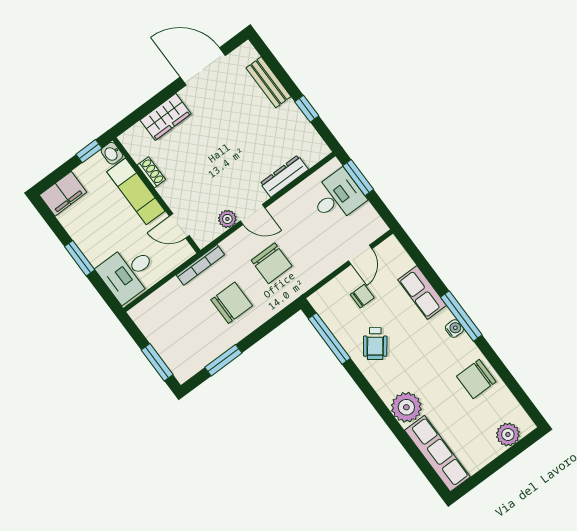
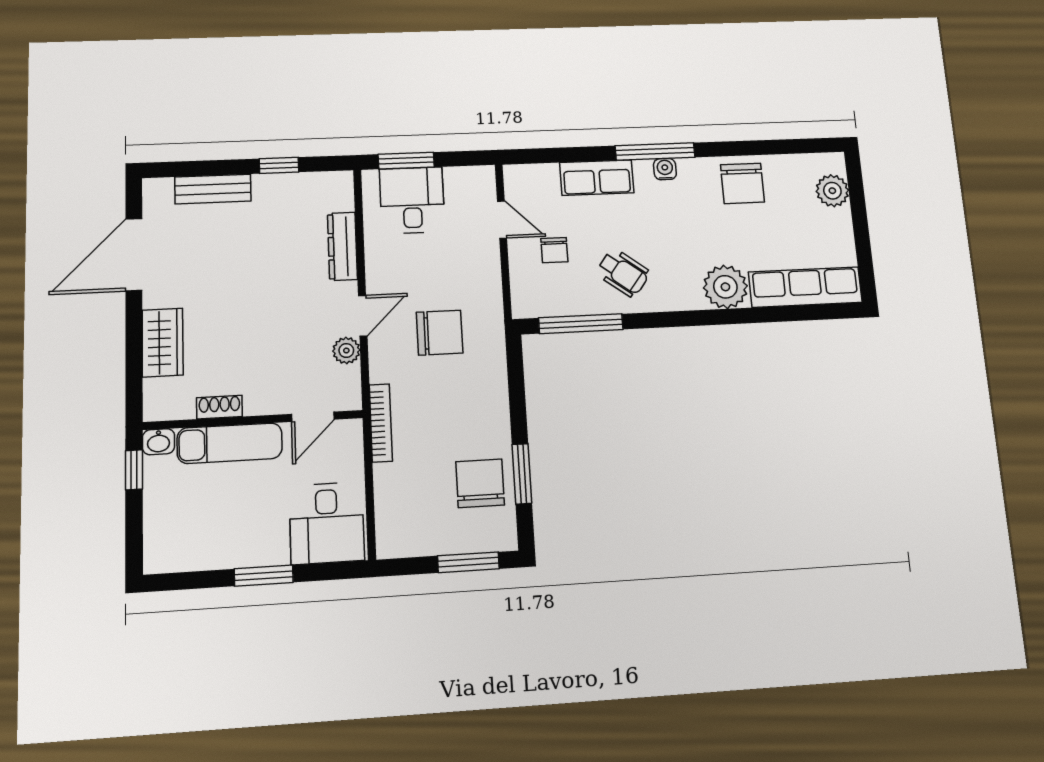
filing cabinet: (63, 194) -> (164, 541), removed
chair: (362, 296) -> (554, 250), turned 180
chair: (232, 303) -> (480, 483), moved

